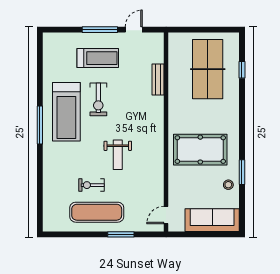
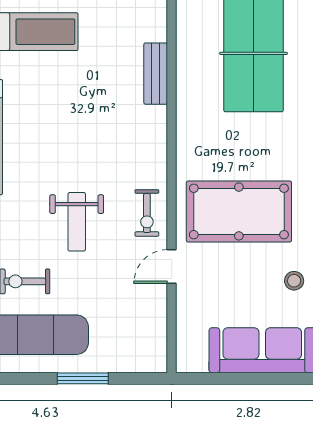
exercise bike: (98, 99) -> (147, 213), moved, width x0.73, depth x0.72
door: (166, 215) -> (172, 267), moved

